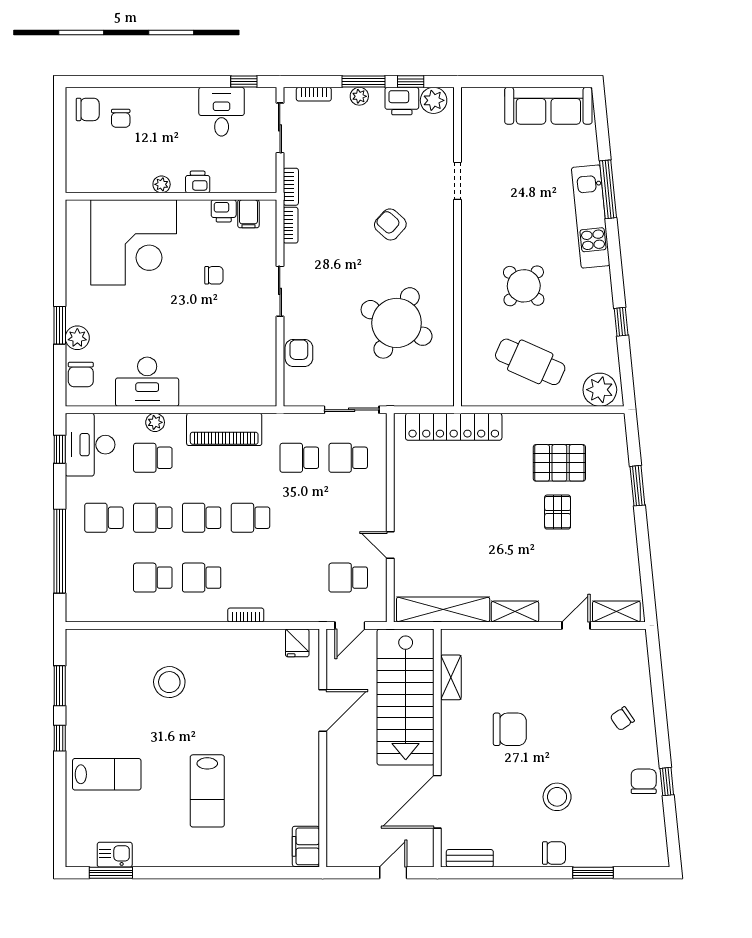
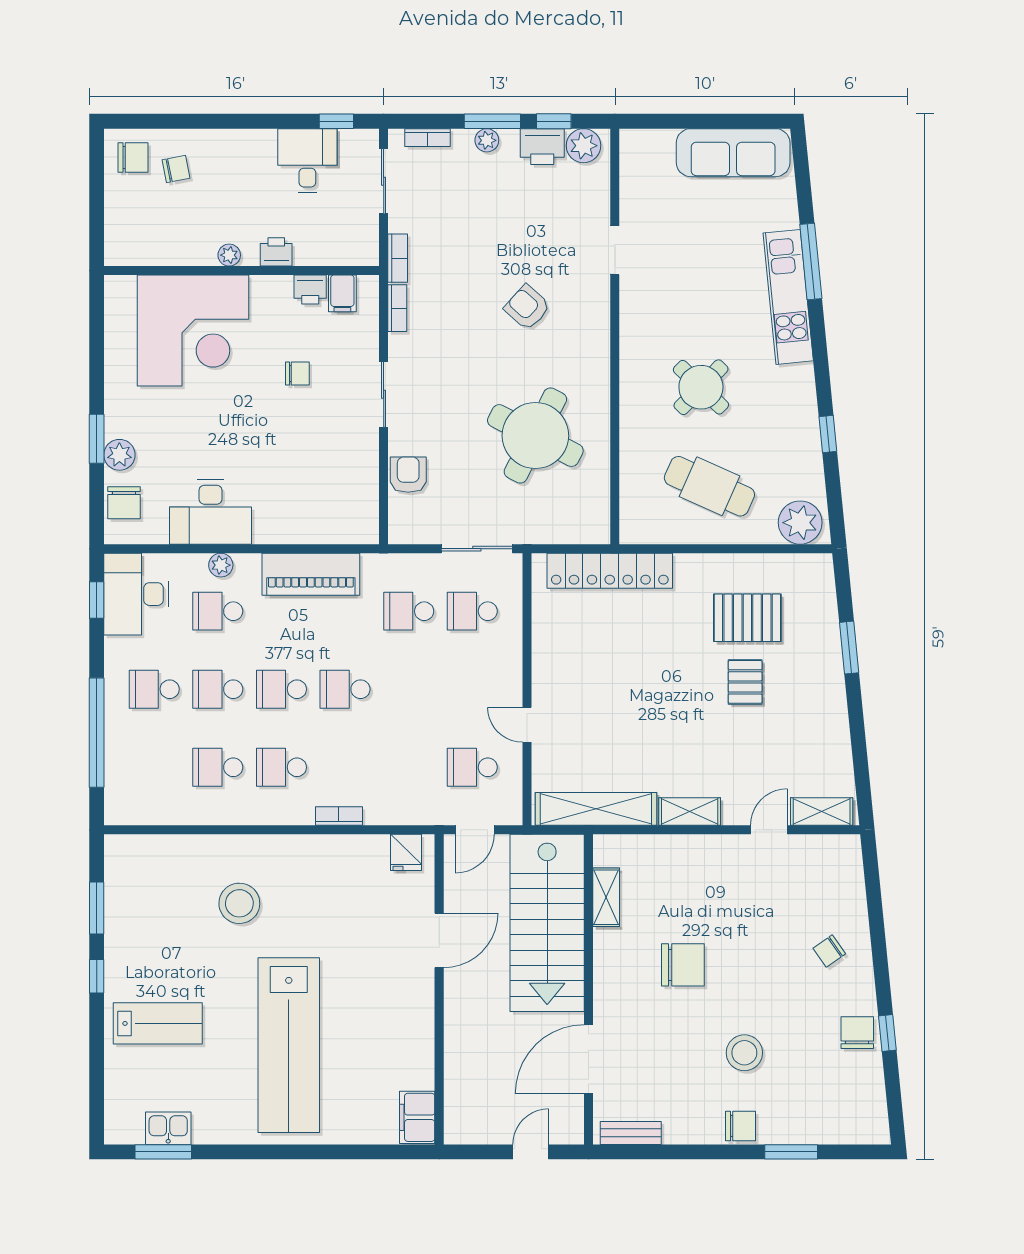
chair: (121, 118) -> (176, 169), turned -101
lab bench: (207, 791) -> (289, 1045), width x1.86, depth x1.39

